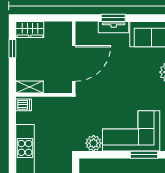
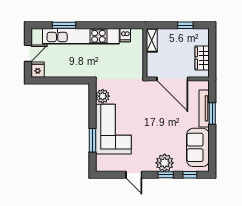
tv unit: (114, 27) -> (204, 108), width x1.41
wardrobe: (30, 29) -> (202, 58), moved
dishwasher: (24, 105) -> (125, 35), moved

